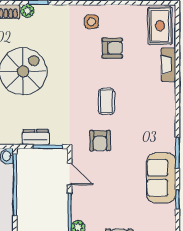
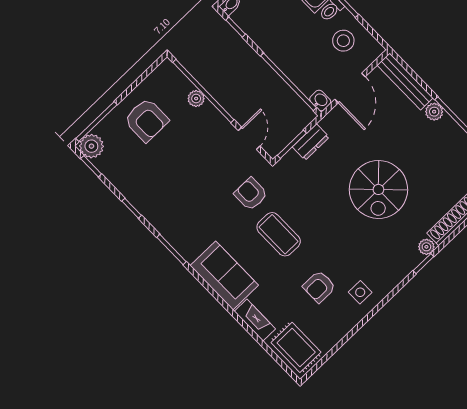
coffee table: (106, 102) -> (279, 234), width x1.36, depth x1.30
door: (70, 174) -> (249, 138), swing flipped
sofa: (161, 178) -> (224, 275), moved

